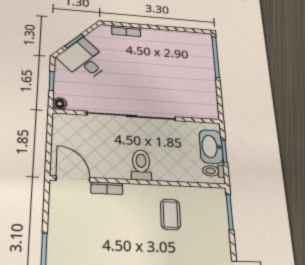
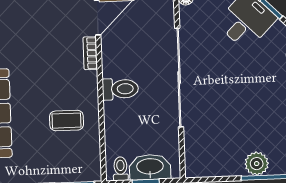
plant: (205, 66) -> (257, 164), added

